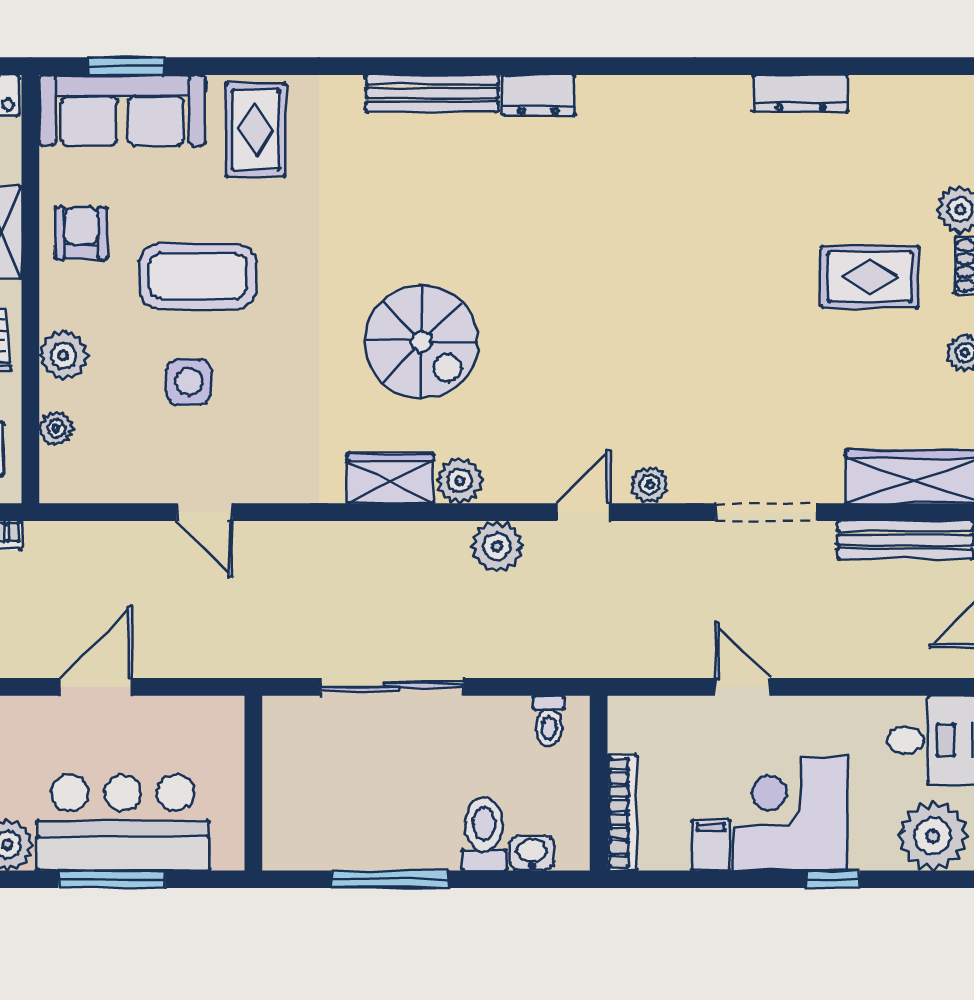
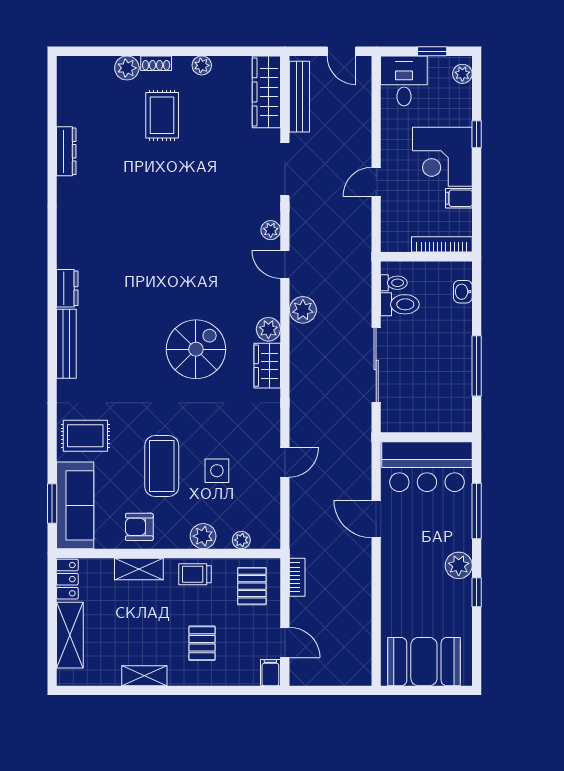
bar counter: (123, 823) -> (427, 467), moved, turned -90
toilet: (484, 834) -> (400, 304), moved, turned 180
plant: (933, 836) -> (462, 74), width x0.53, depth x0.53

